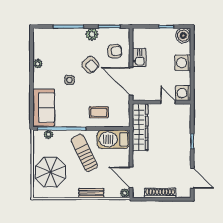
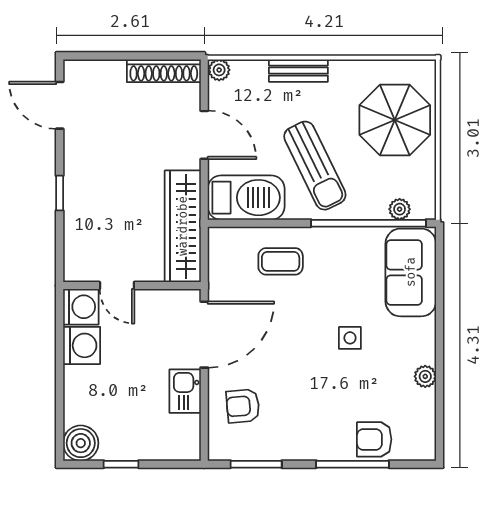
plant: (92, 34) -> (297, 446), removed
washing machine: (183, 63) -> (82, 345), moved
armchair: (90, 65) -> (374, 439), moved, turned -48
door: (131, 81) -> (204, 335), hinge flipped
door: (131, 177) -> (204, 135), moved
shoe rack: (160, 193) -> (164, 71), moved

